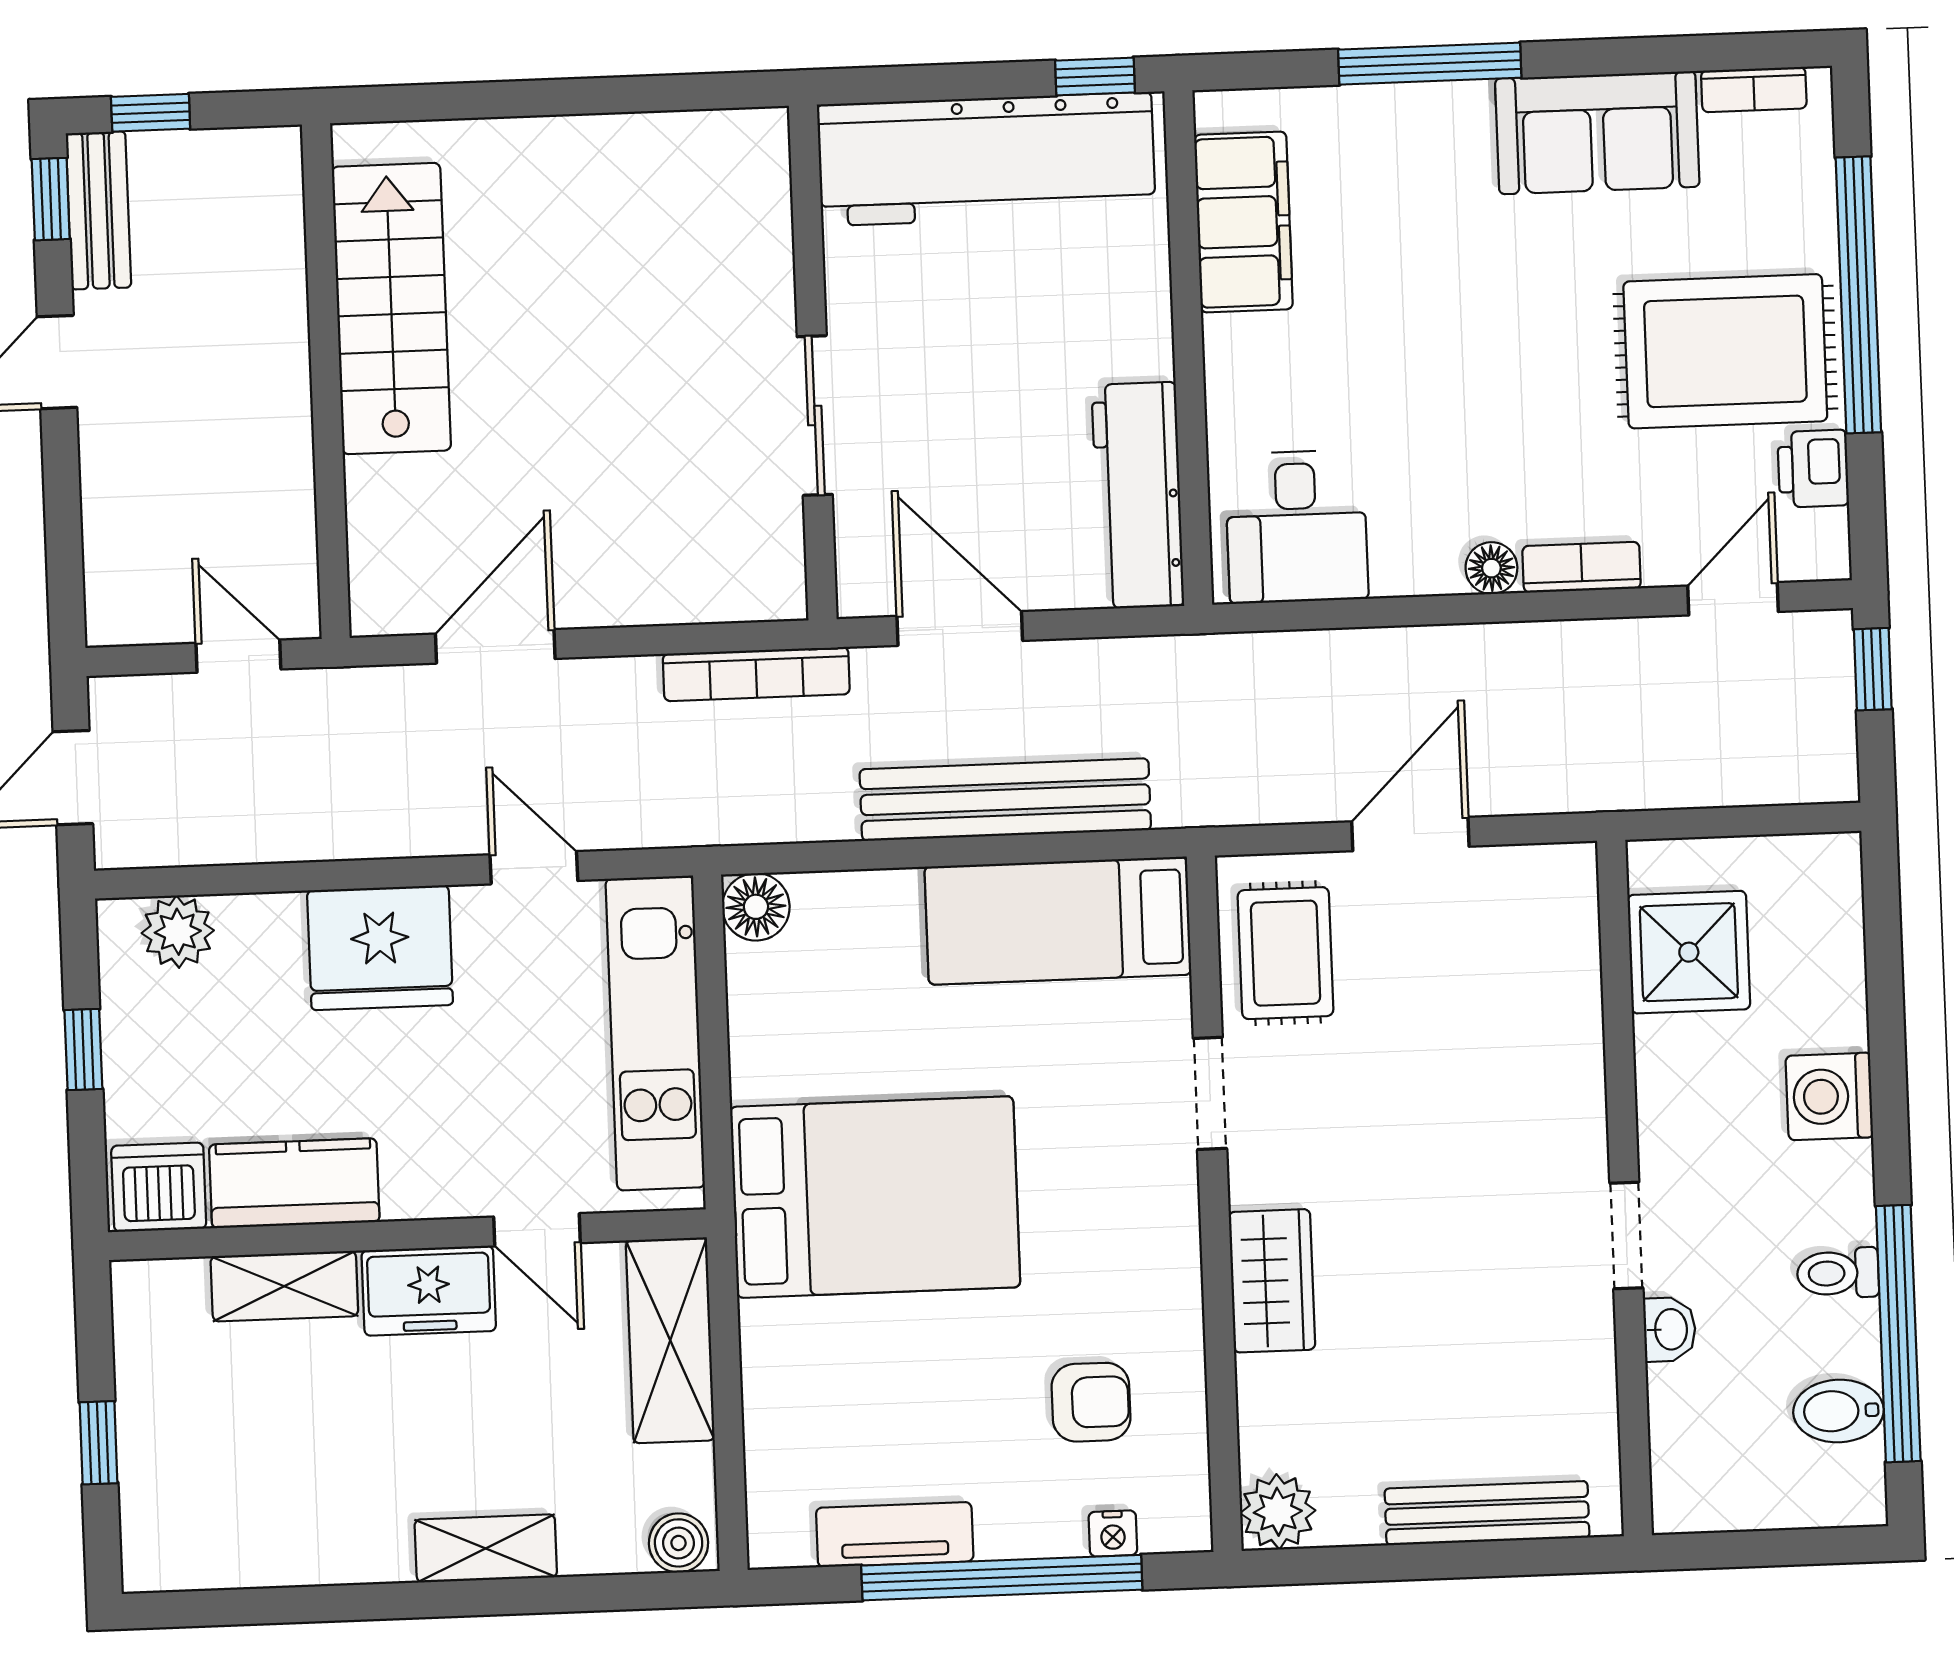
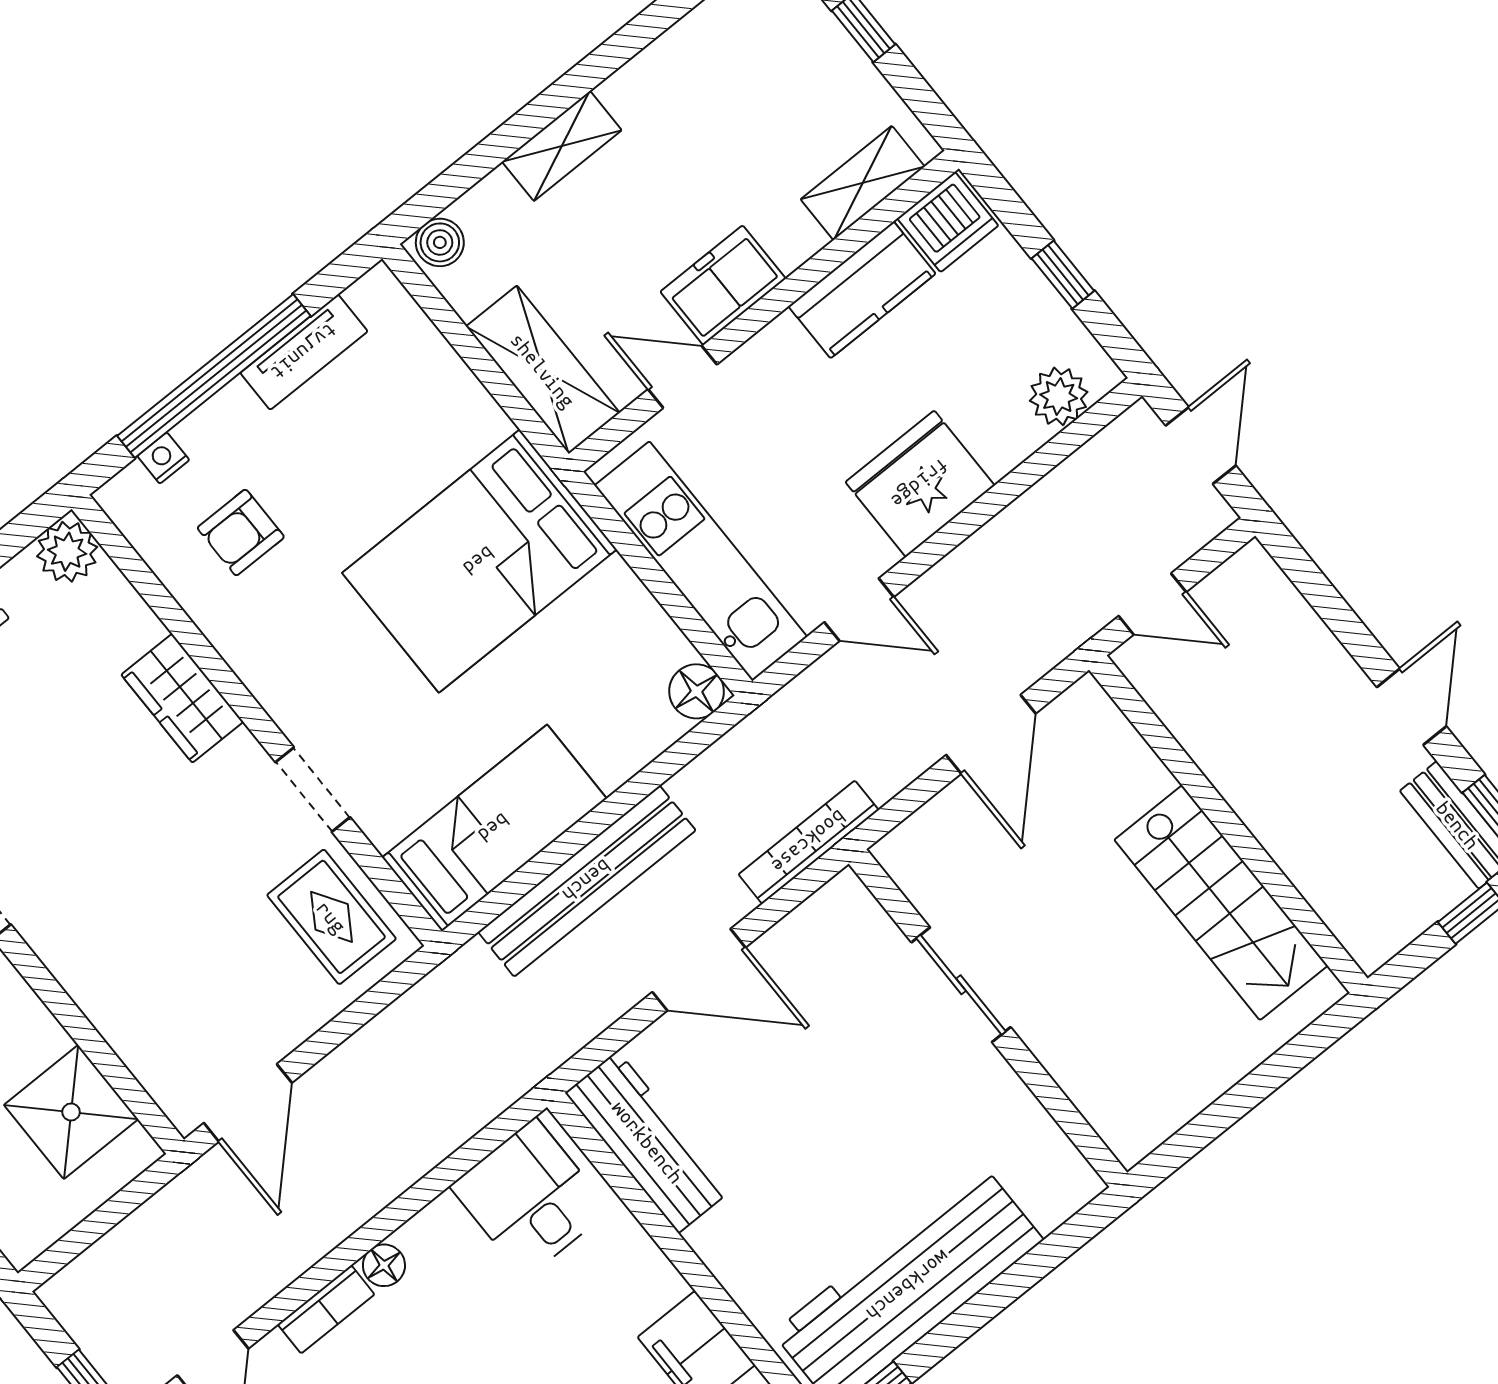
wall: (813, 362) -> (988, 1018), moved
sliding door: (815, 416) -> (961, 985), moved
door: (1410, 834) -> (248, 1103), moved
shelving: (284, 1286) -> (863, 183), moved

